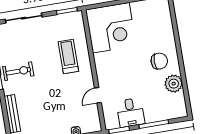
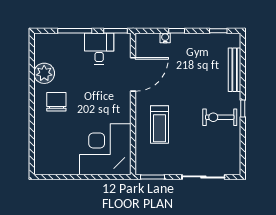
chair: (159, 61) -> (56, 102), turned 90
door: (98, 95) -> (133, 74), width x1.87

